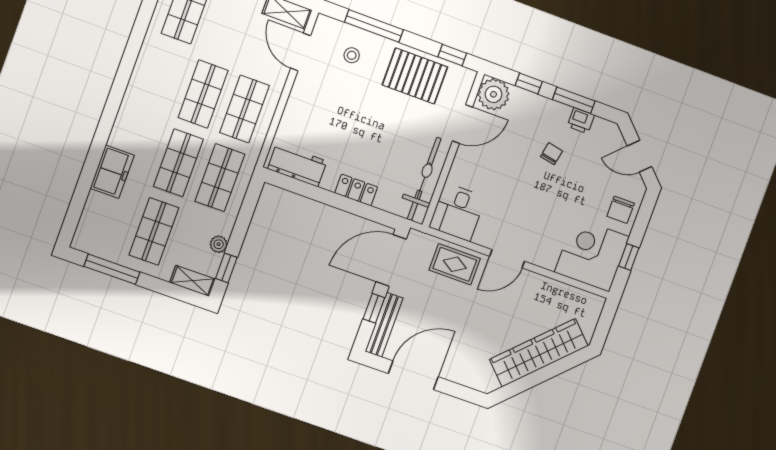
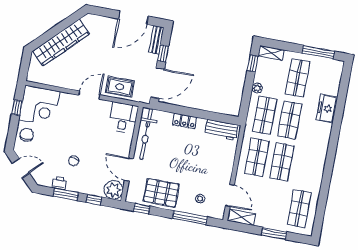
door: (463, 124) -> (129, 170), hinge flipped
plant: (219, 244) -> (257, 88), moved
bench: (384, 325) -> (156, 40), width x0.73

